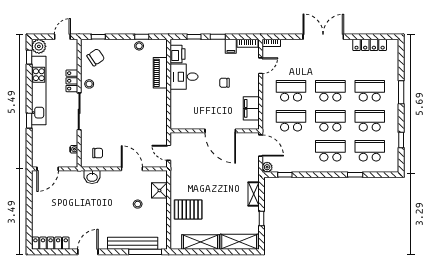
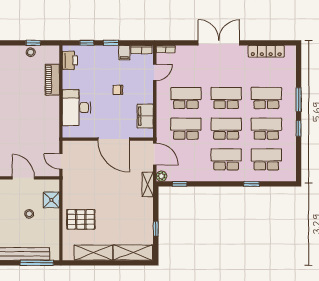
desk: (184, 77) -> (76, 108), moved, width x1.37
window: (401, 140) -> (299, 128), moved
shelving: (254, 194) -> (148, 184), moved

